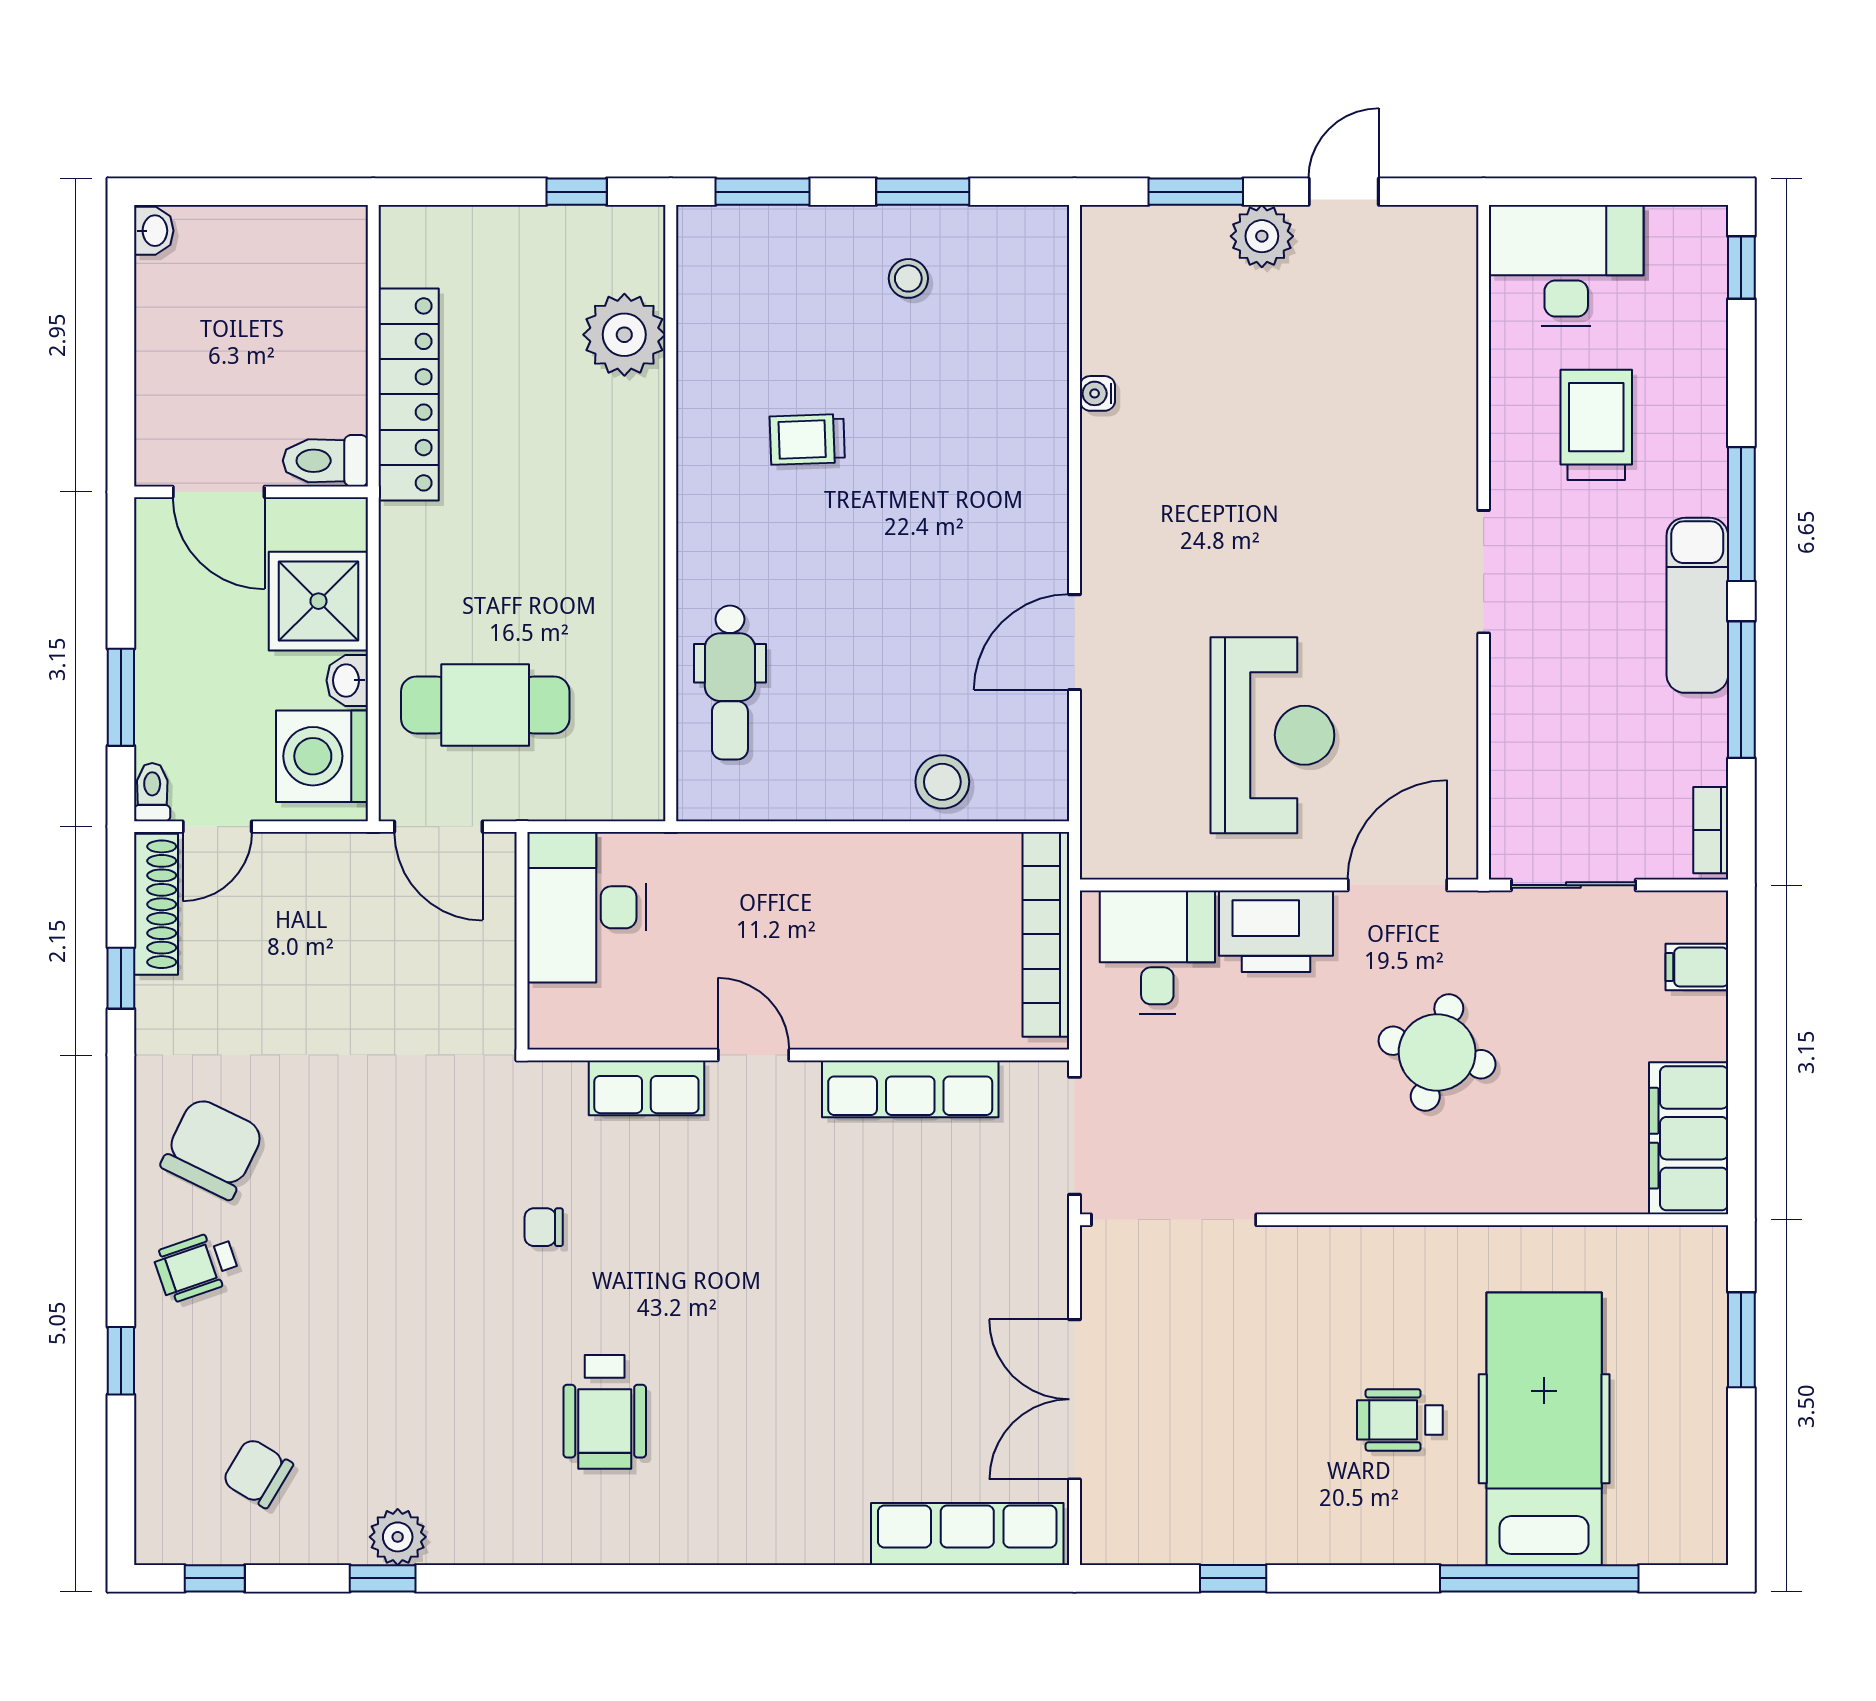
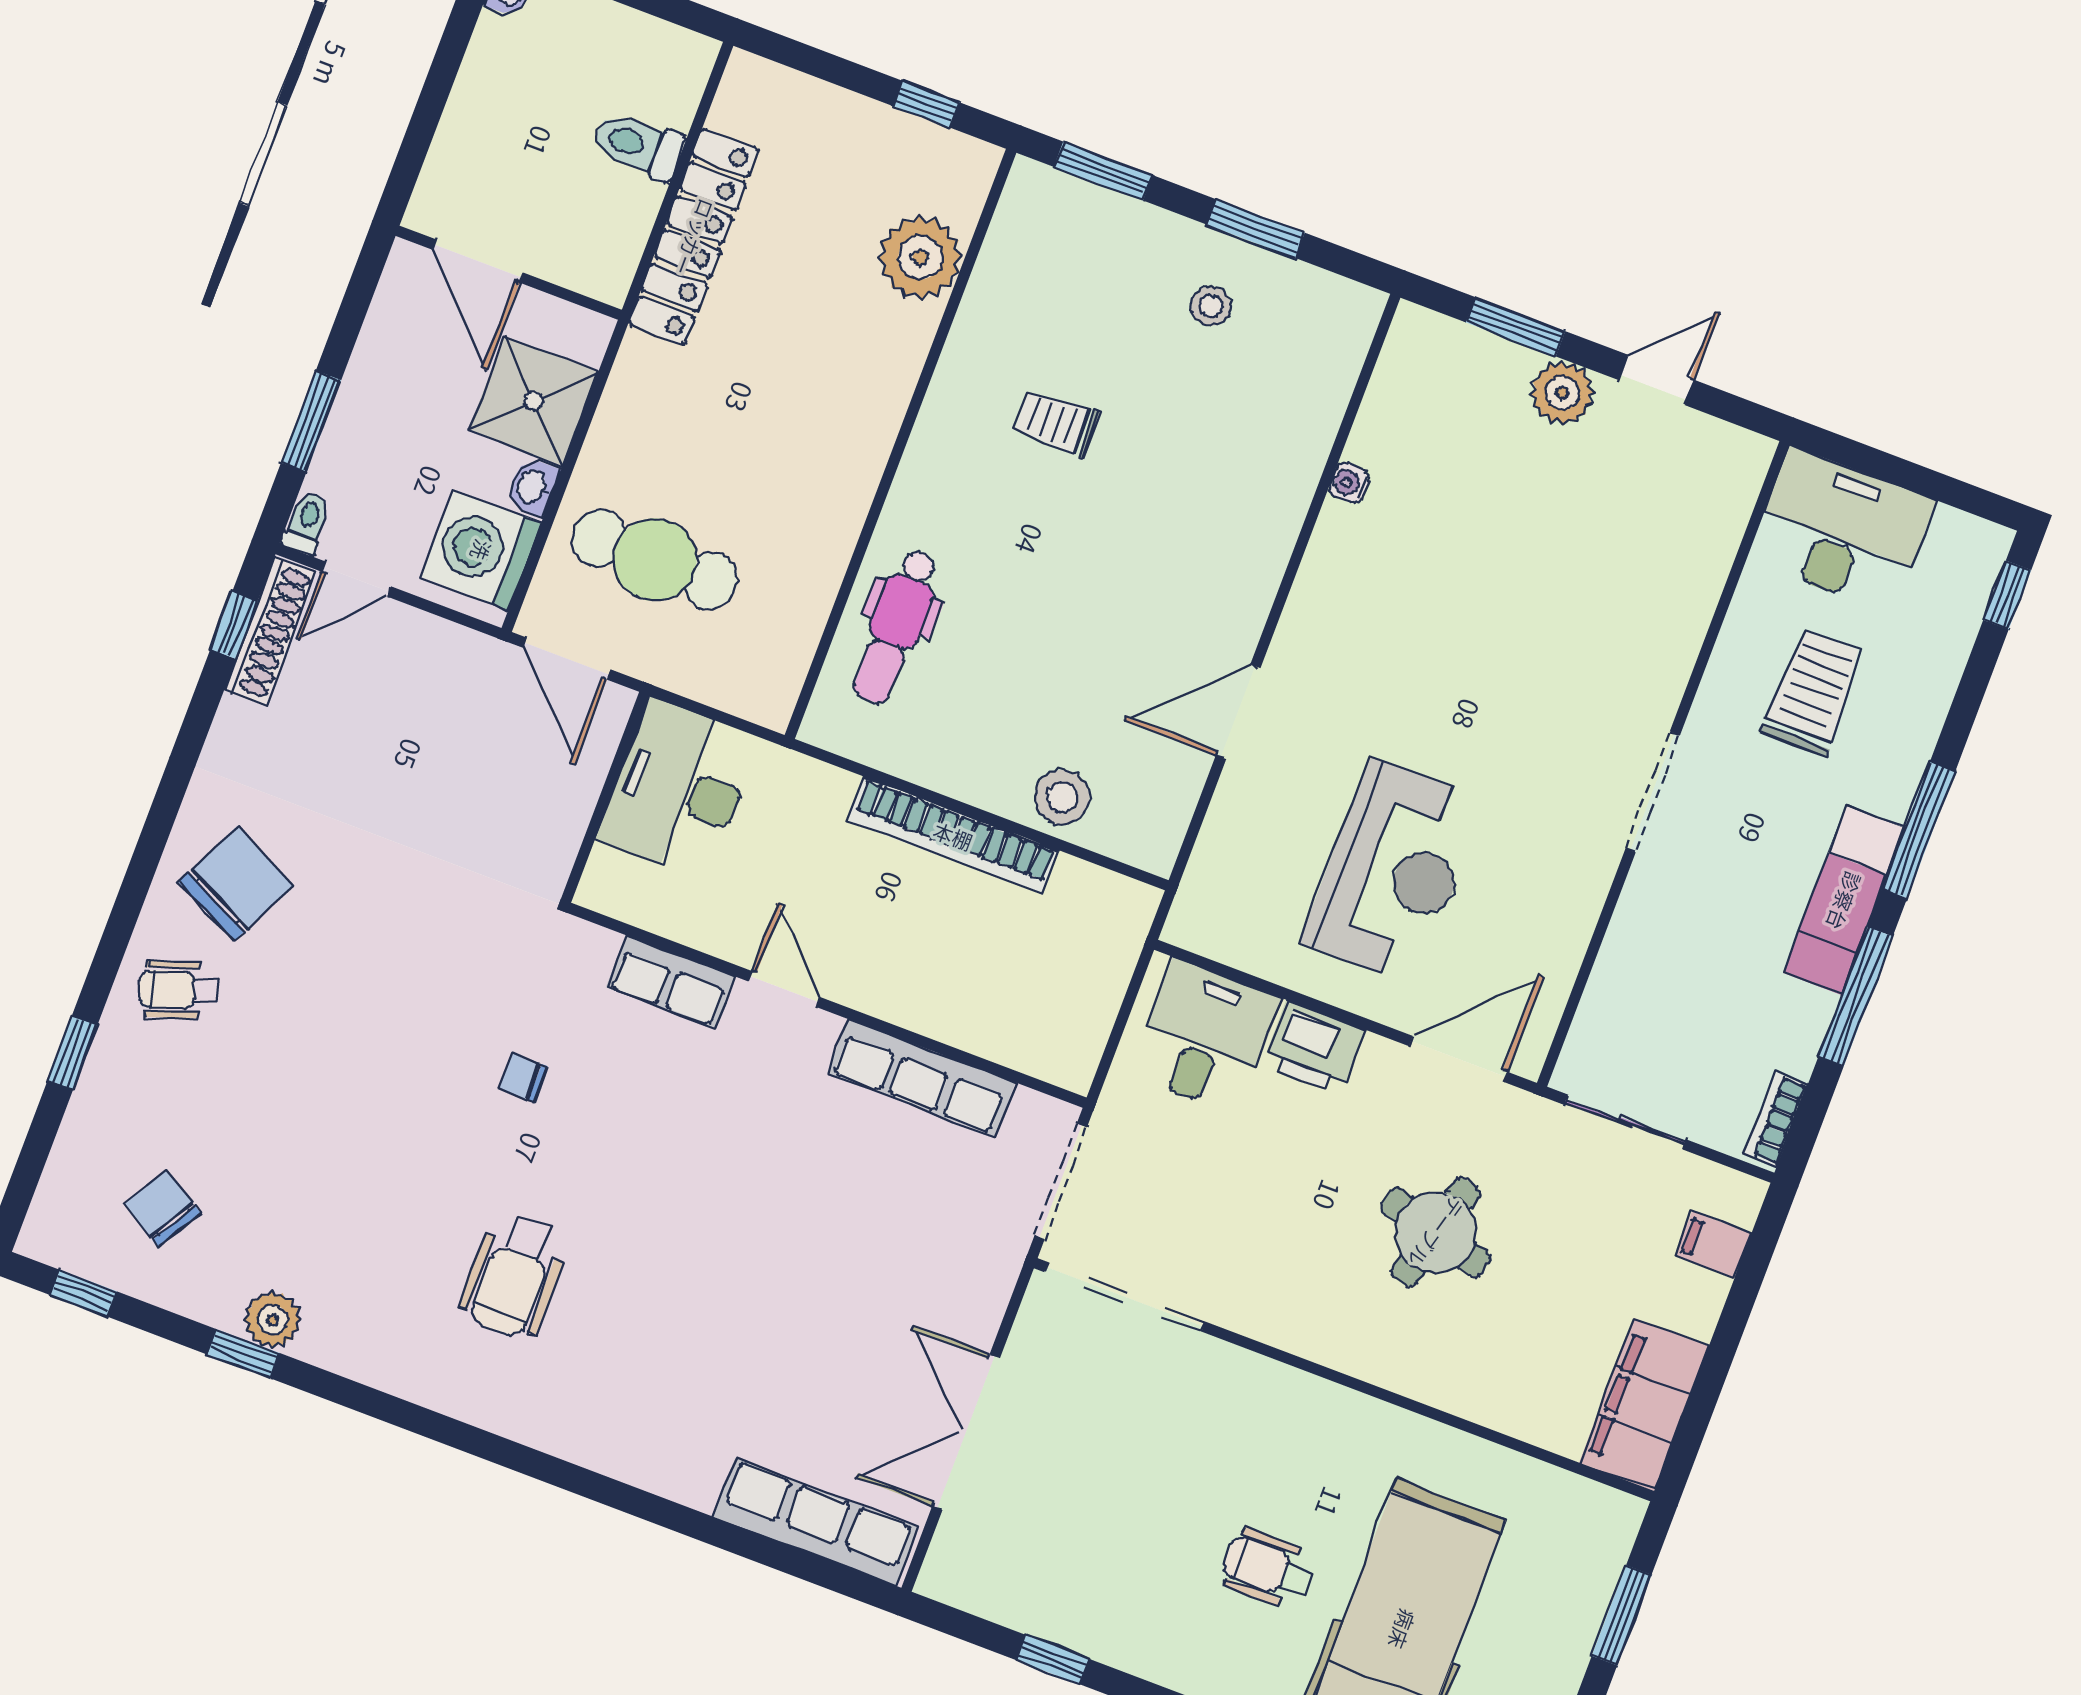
toilet: (325, 461) -> (638, 145), moved
printer: (1276, 931) -> (1314, 1047), width x0.73, depth x0.84
bookcase: (1046, 934) -> (953, 836), moved, turned -90
window: (121, 978) -> (234, 625), moved

